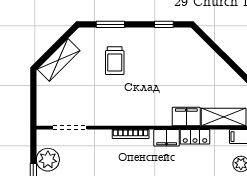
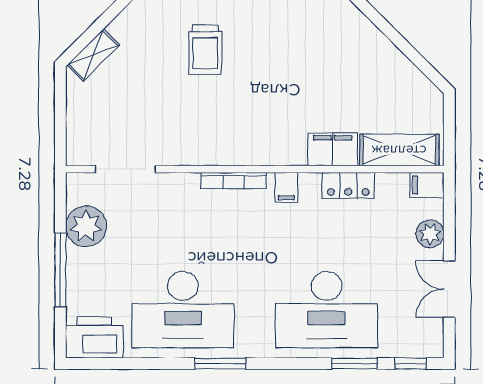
shelving: (59, 60) -> (93, 55), width x0.67, depth x0.75
filing cabinet: (167, 138) -> (286, 187), width x0.50

